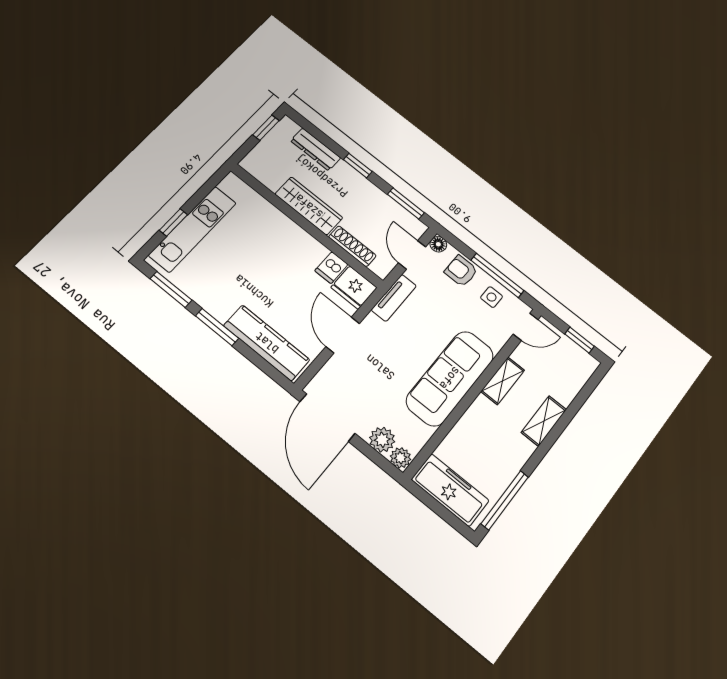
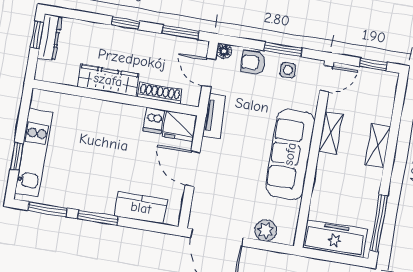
dresser: (316, 149) -> (50, 37), moved, turned -90
window: (497, 275) -> (283, 49), width x0.69
kitchen counter: (267, 343) -> (141, 208), width x0.67
plant: (400, 458) -> (286, 236), removed

